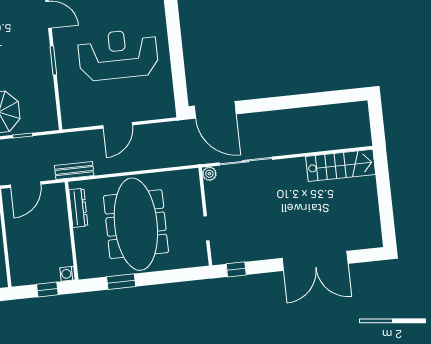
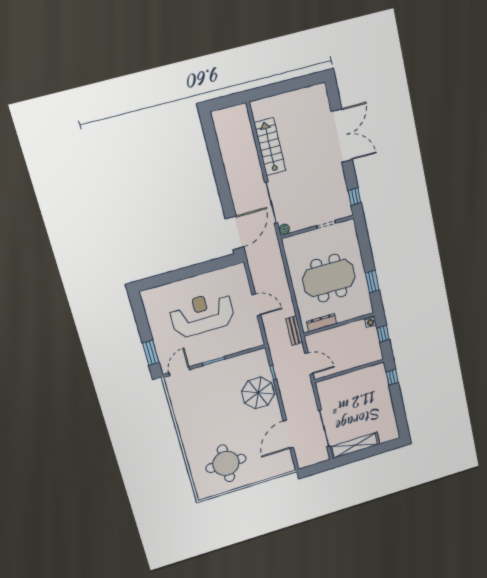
reception desk: (118, 55) -> (202, 314), turned 90
stairs: (341, 165) -> (270, 147), moved
meeting table: (136, 224) -> (329, 278), width x0.73

